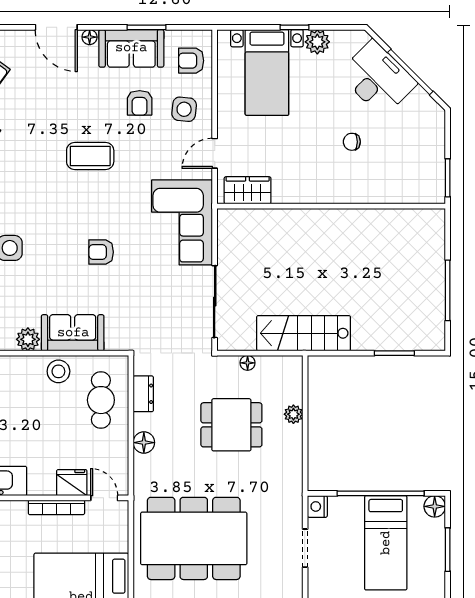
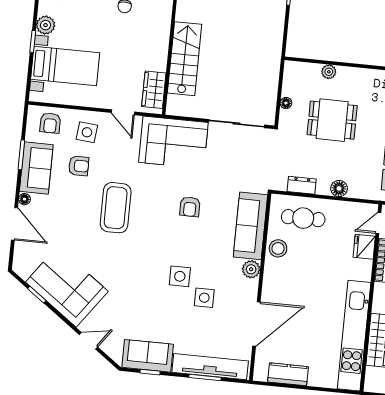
door: (56, 27) -> (14, 224), hinge flipped
coffee table: (90, 156) -> (116, 208), width x1.36, depth x1.32
sofa: (73, 333) -> (250, 226), width x1.36
stairs: (304, 333) -> (185, 59), moved, turned 180
dining table: (231, 425) -> (332, 120), turned 90

